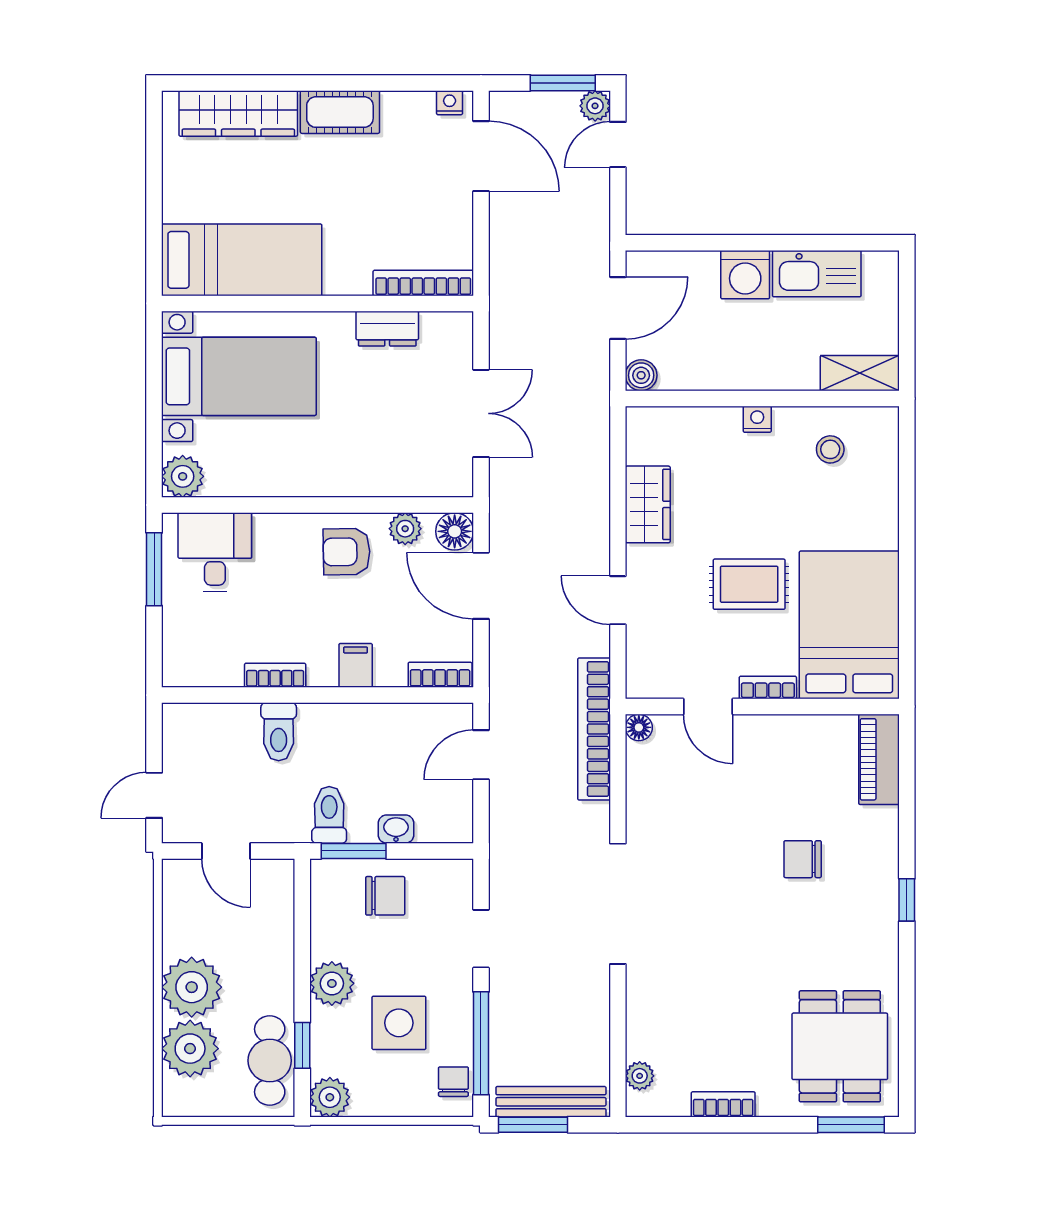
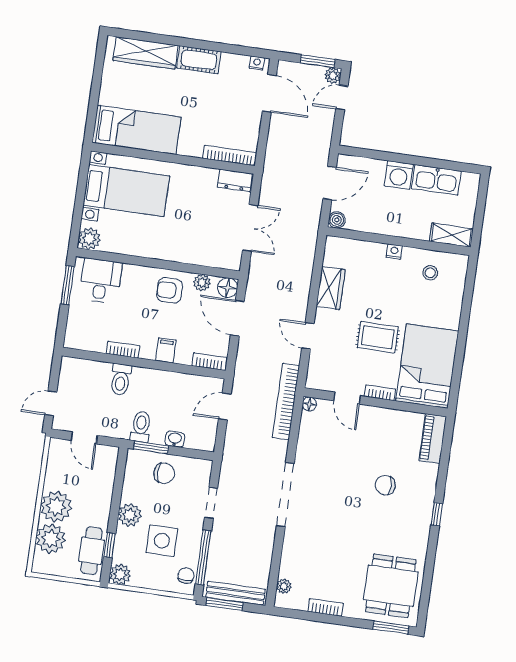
dresser: (387, 329) -> (235, 180), moved

